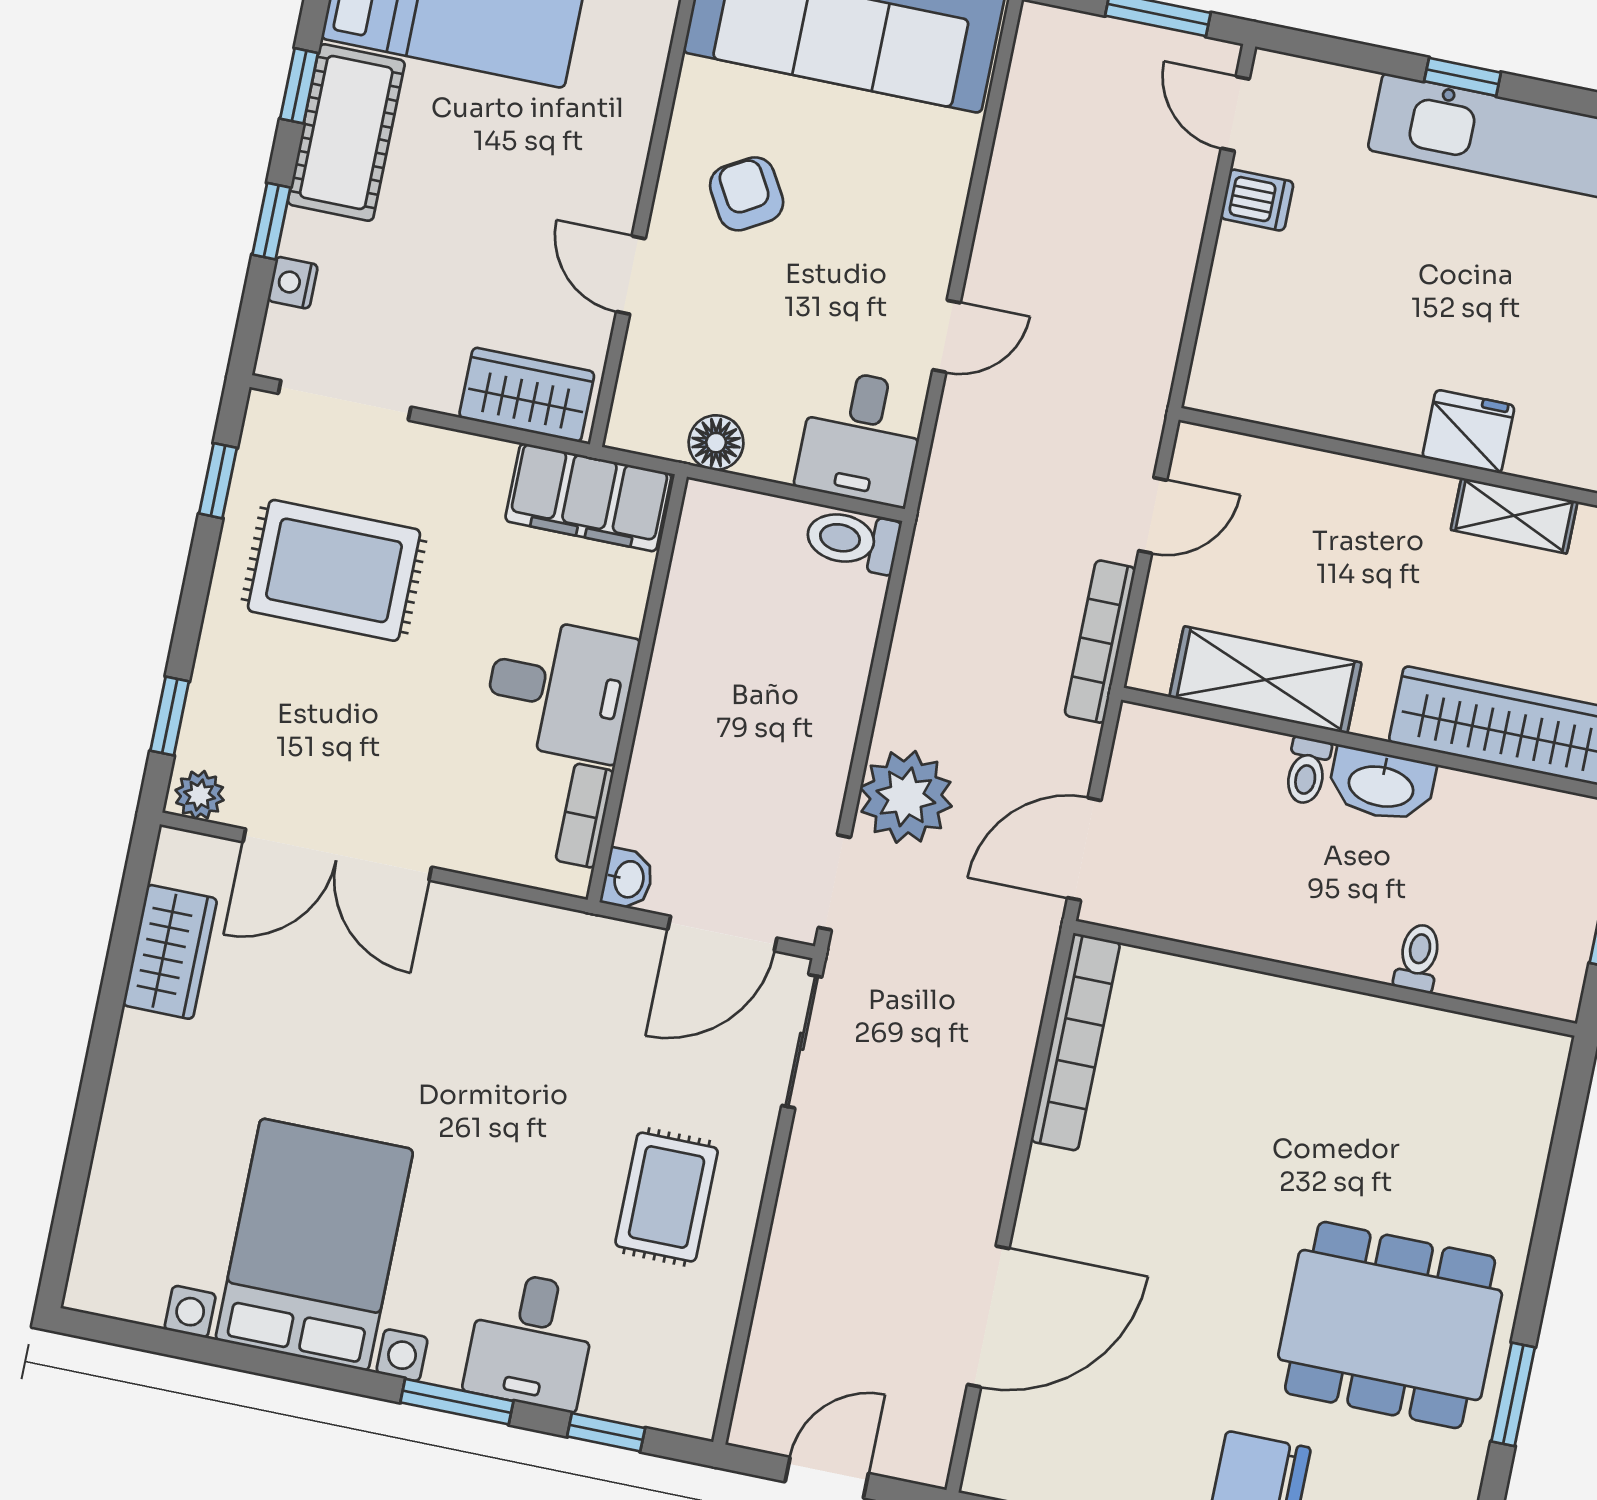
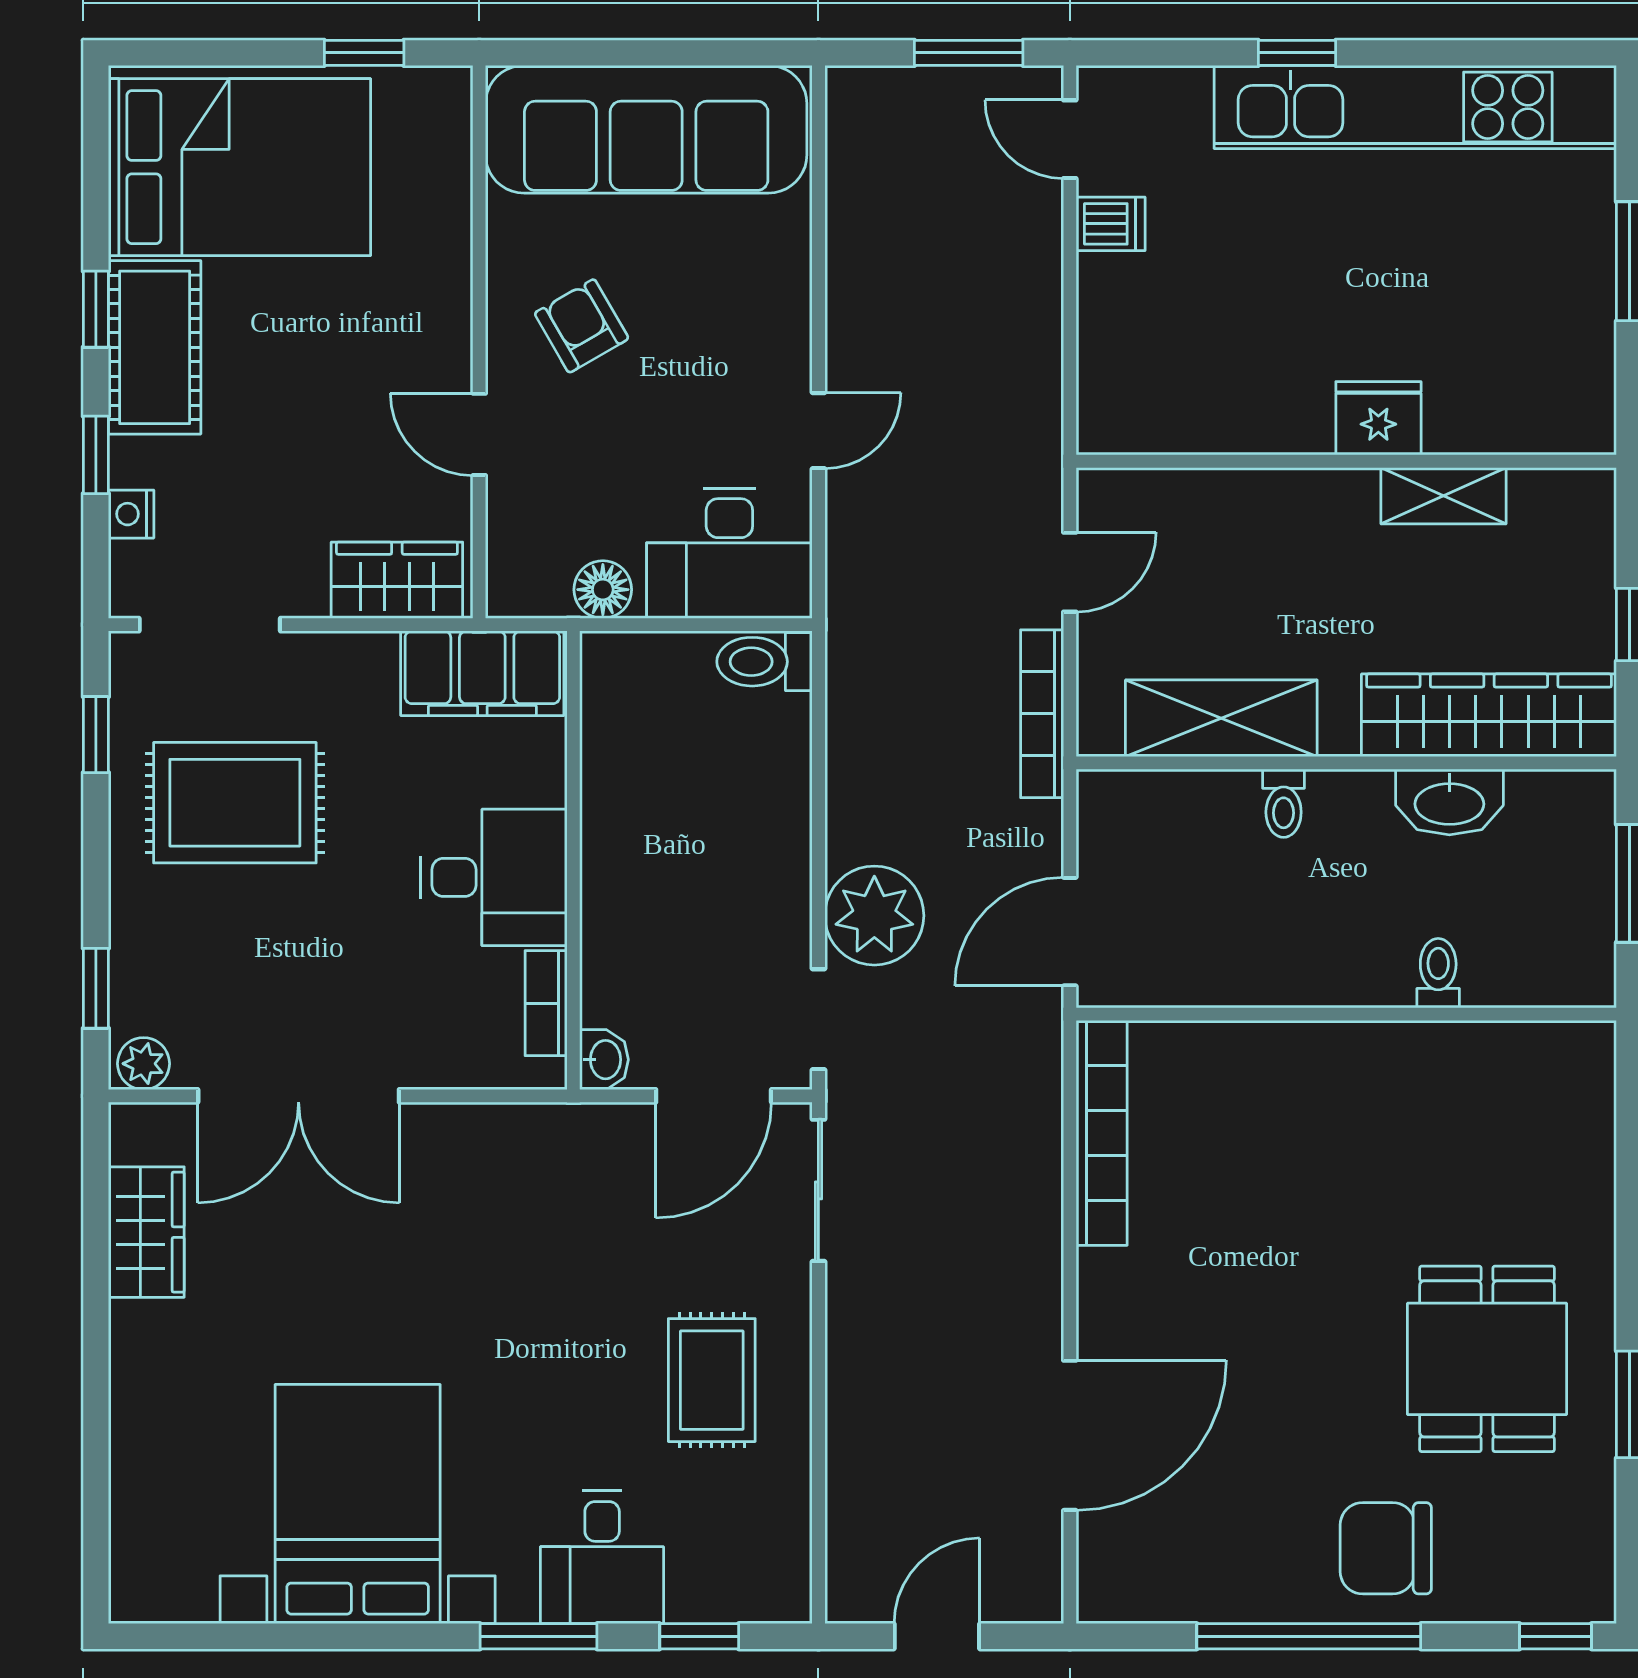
desk: (861, 437) -> (729, 553), width x1.37
washbasin: (1381, 785) -> (1449, 802), moved
dining table: (1390, 1325) -> (1487, 1359), width x0.73

